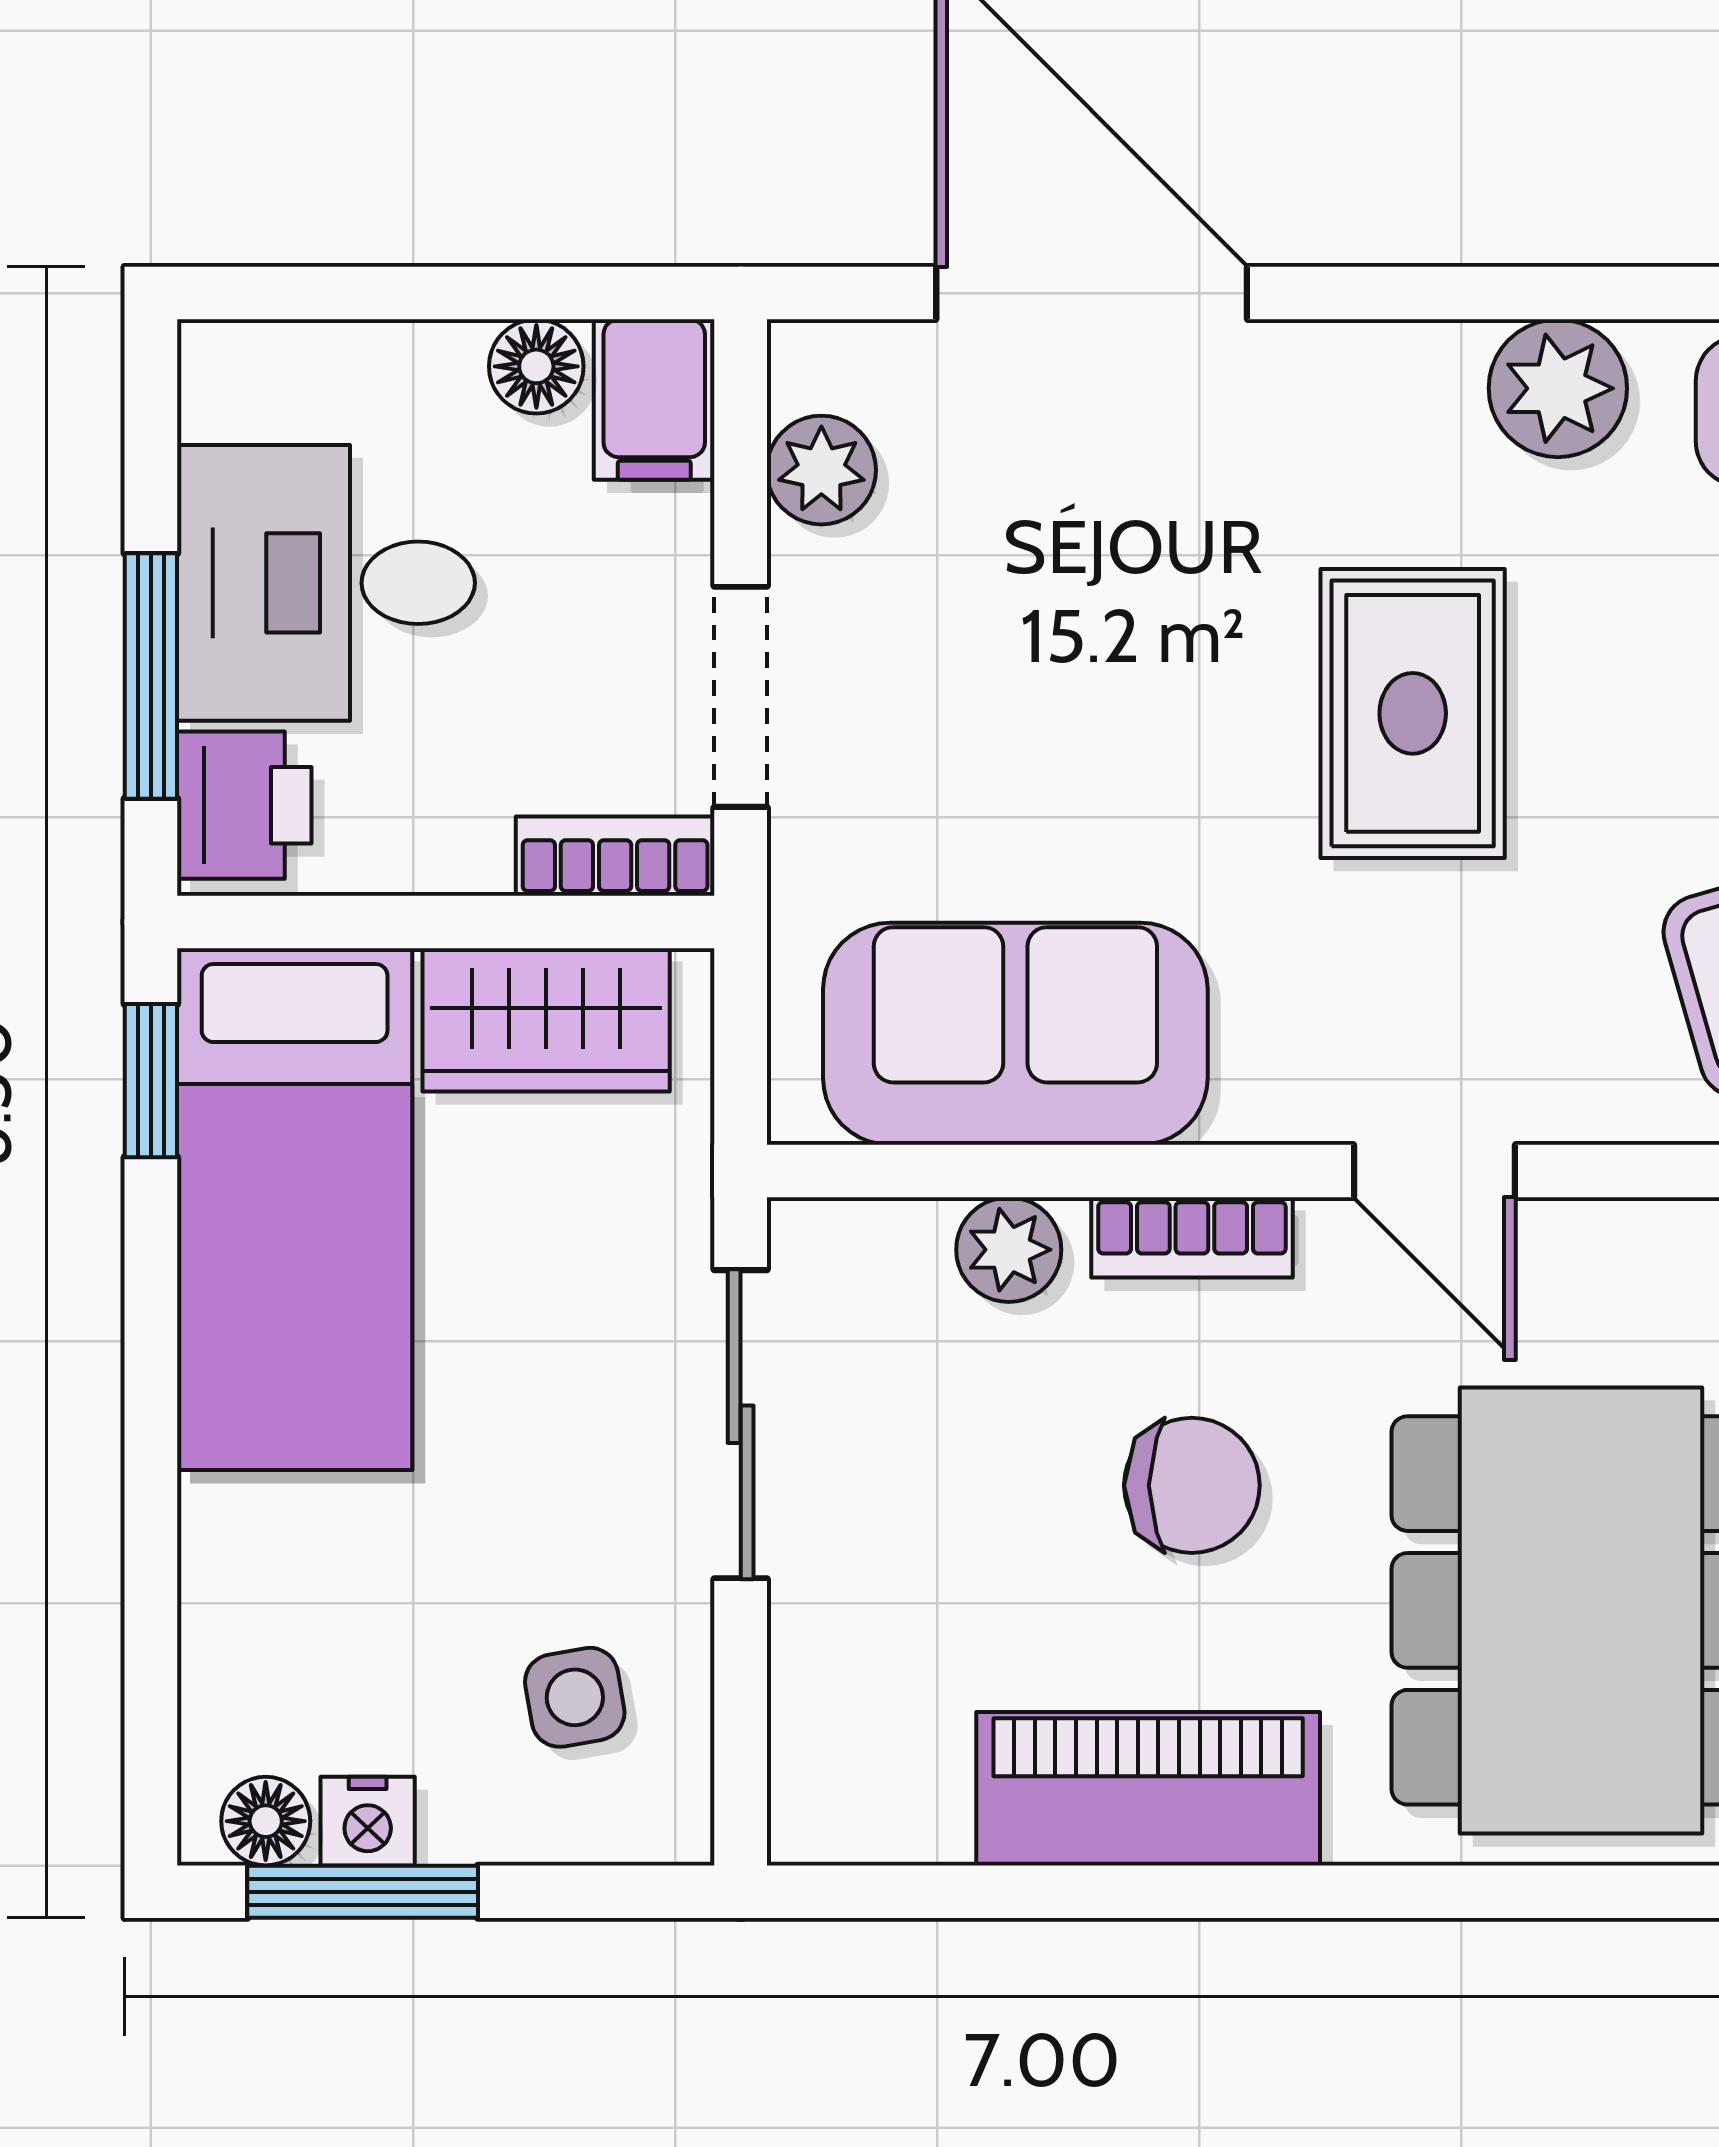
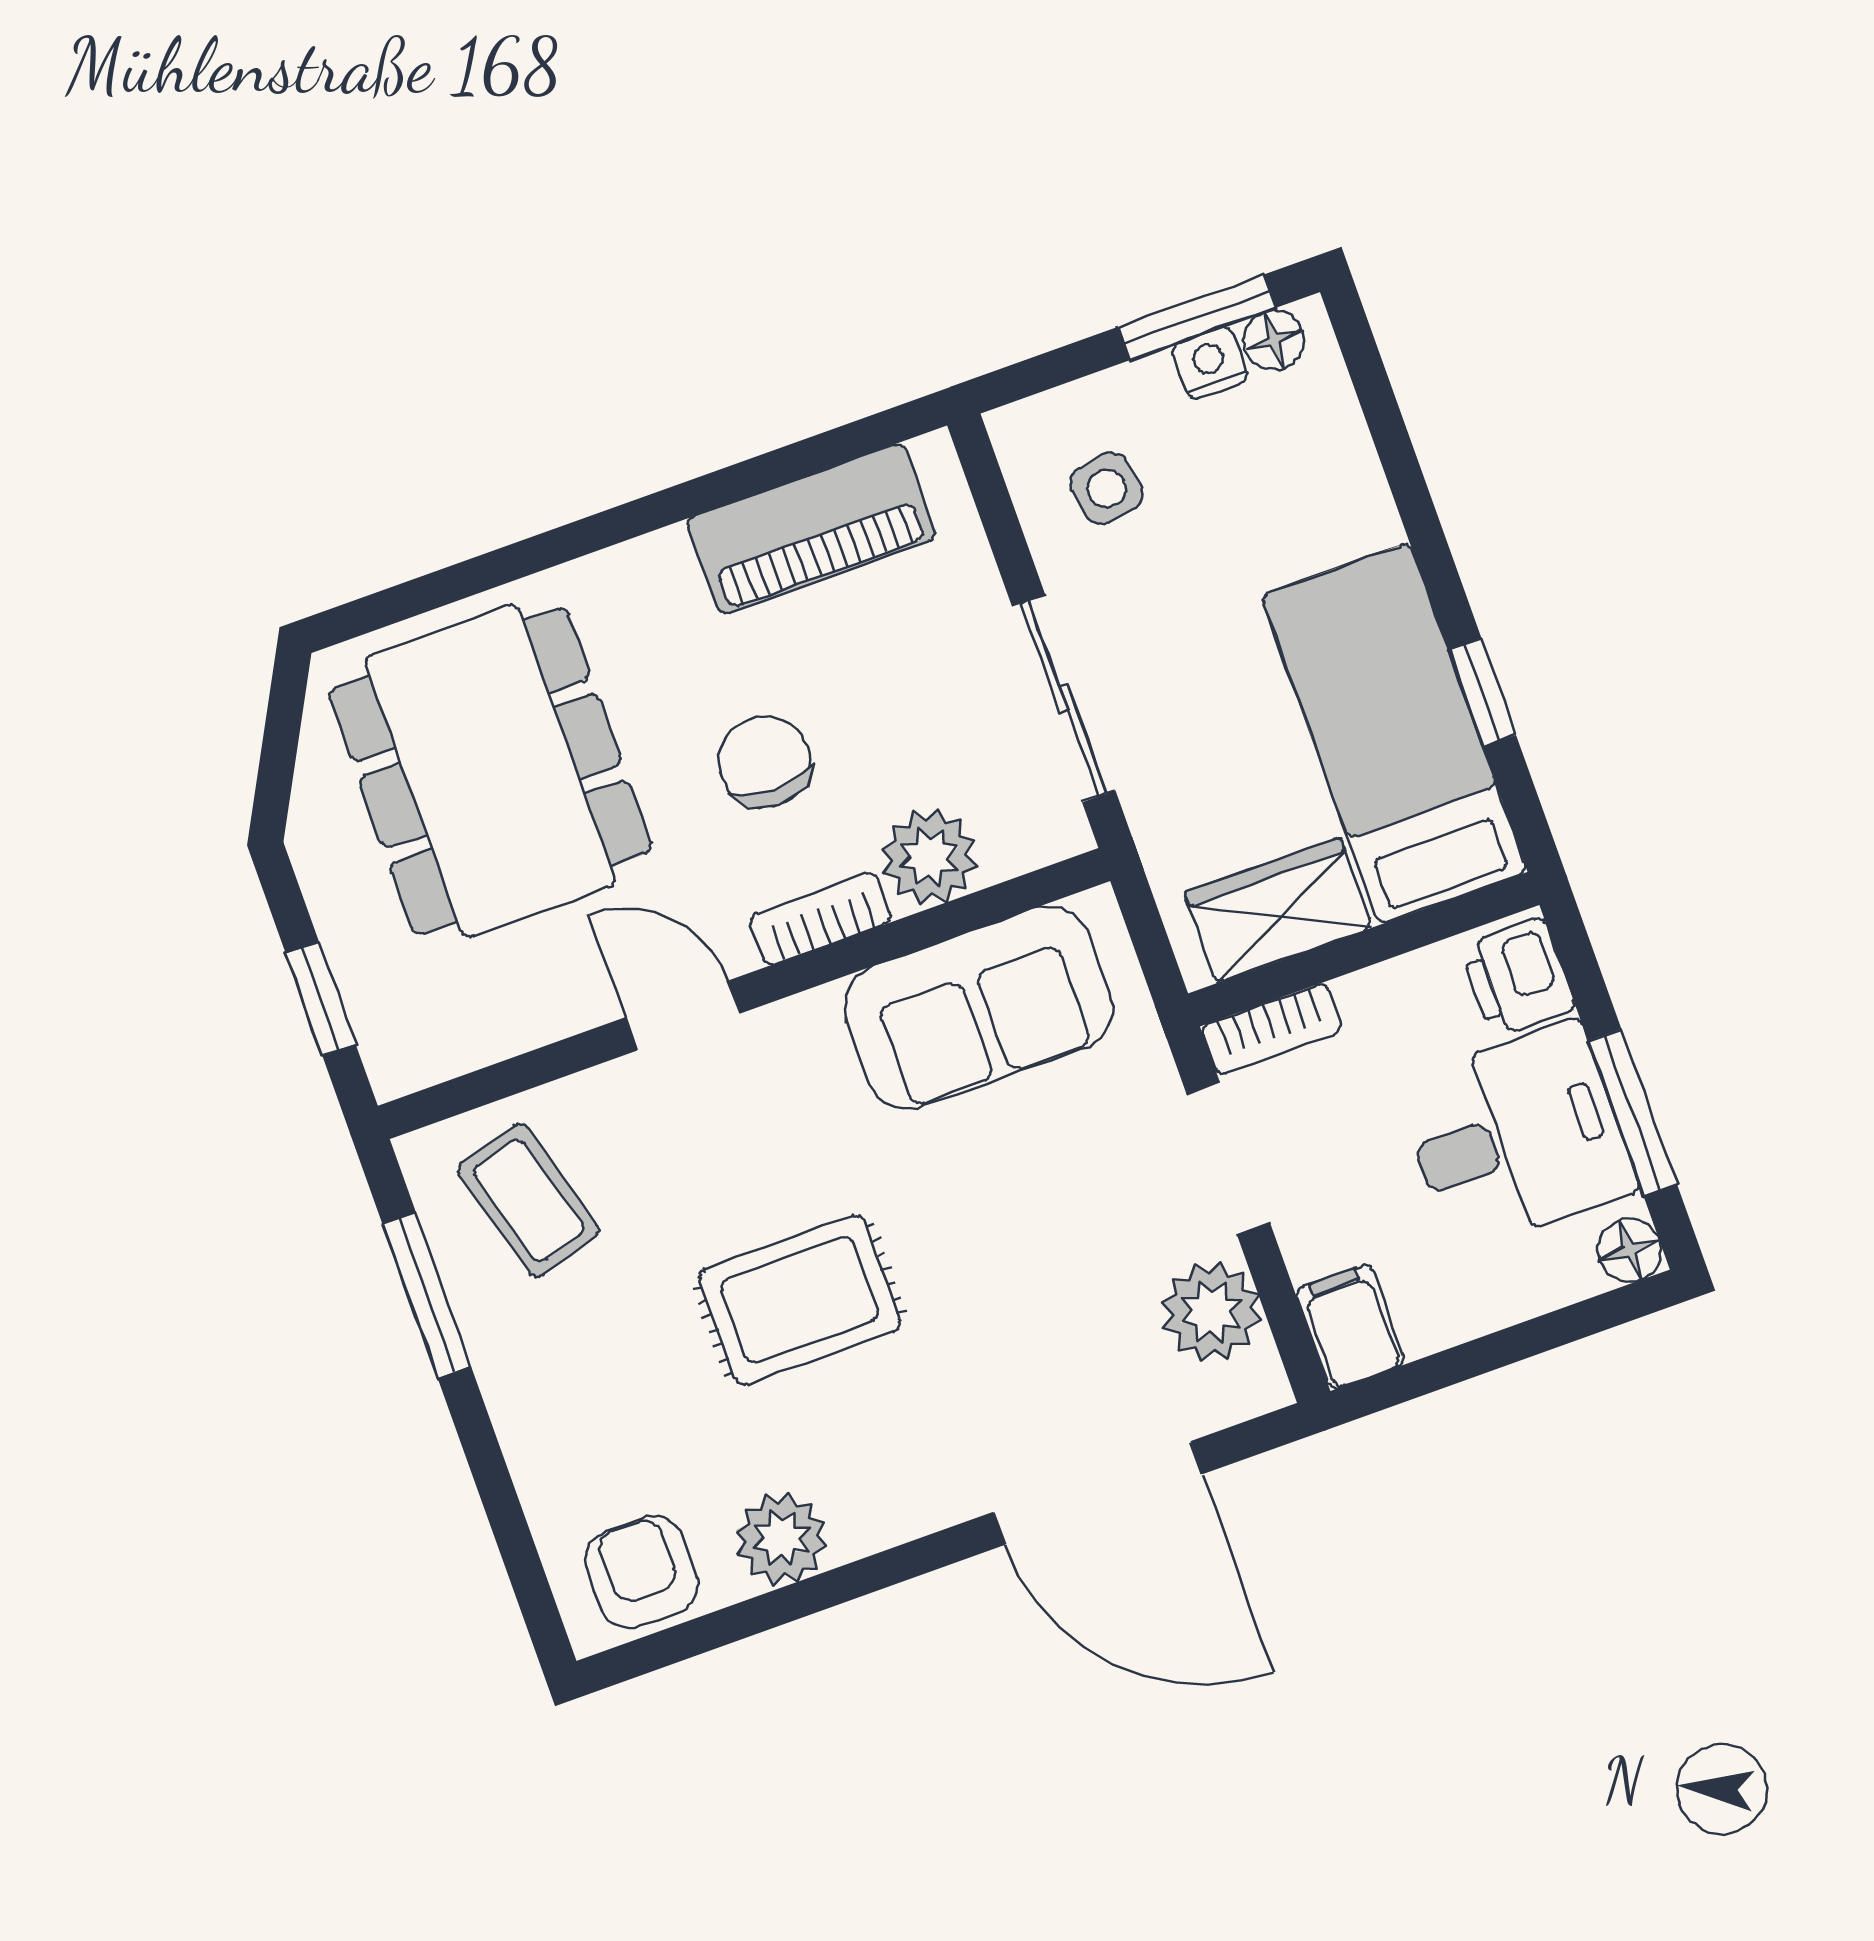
floor lamp: (536, 366) -> (1629, 1250), moved
plant: (821, 470) -> (1211, 1312), width x1.38, depth x1.38
window: (151, 676) -> (1633, 1113), moved
rug: (1413, 713) -> (800, 1300), turned 90
window: (151, 1081) -> (1482, 692), moved
plant: (1009, 1250) -> (929, 857), width x1.38, depth x1.38
chair: (1192, 1485) -> (765, 762), turned 90
piano: (1148, 1789) -> (812, 529), moved

